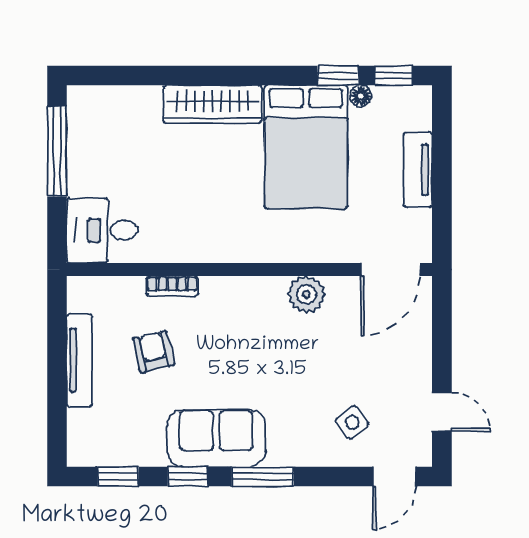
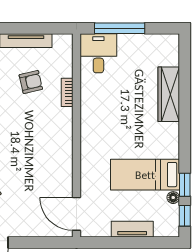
wardrobe: (212, 104) -> (169, 94), moved
bed: (306, 147) -> (145, 175), width x0.67
window: (57, 151) -> (120, 28), moved
plant: (306, 294) -> (63, 167), removed

